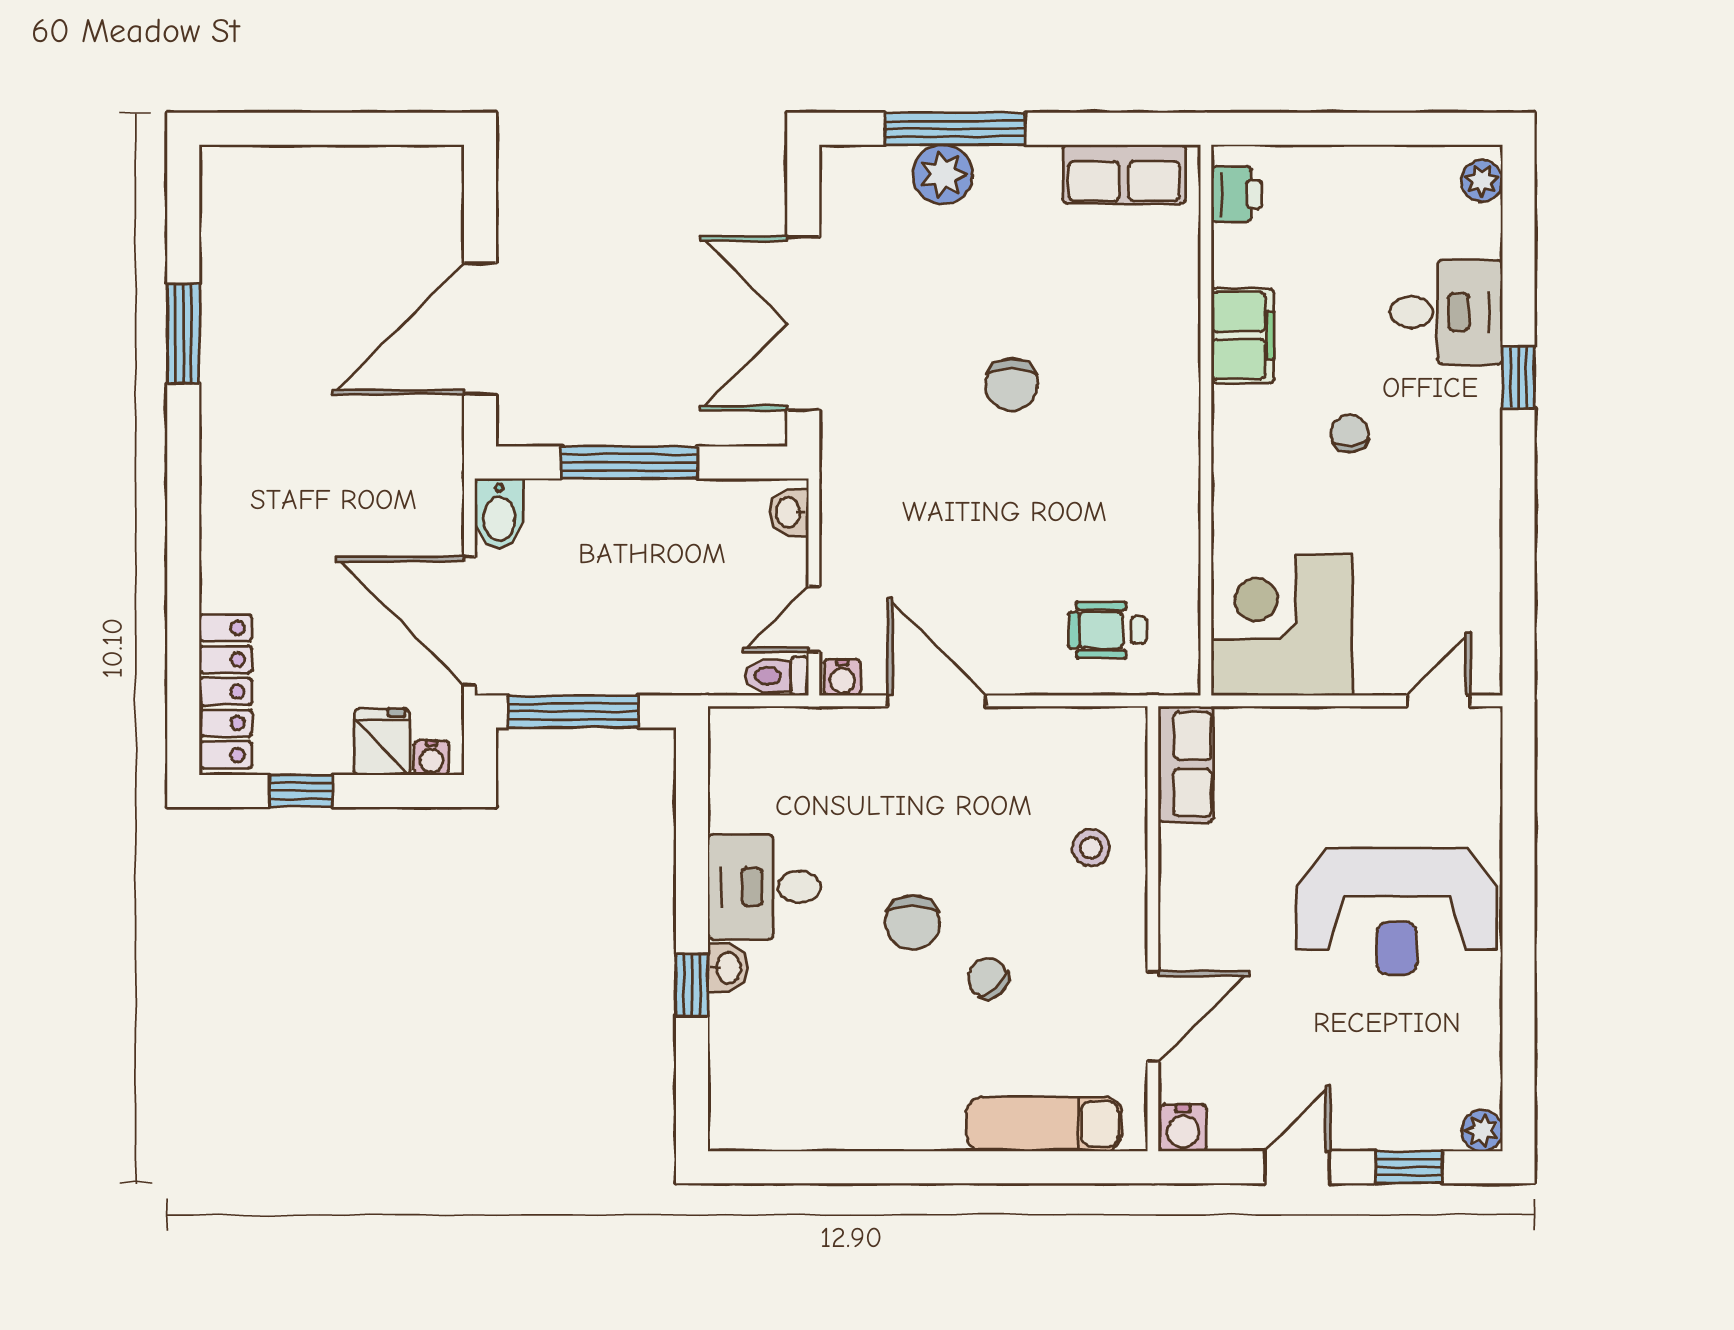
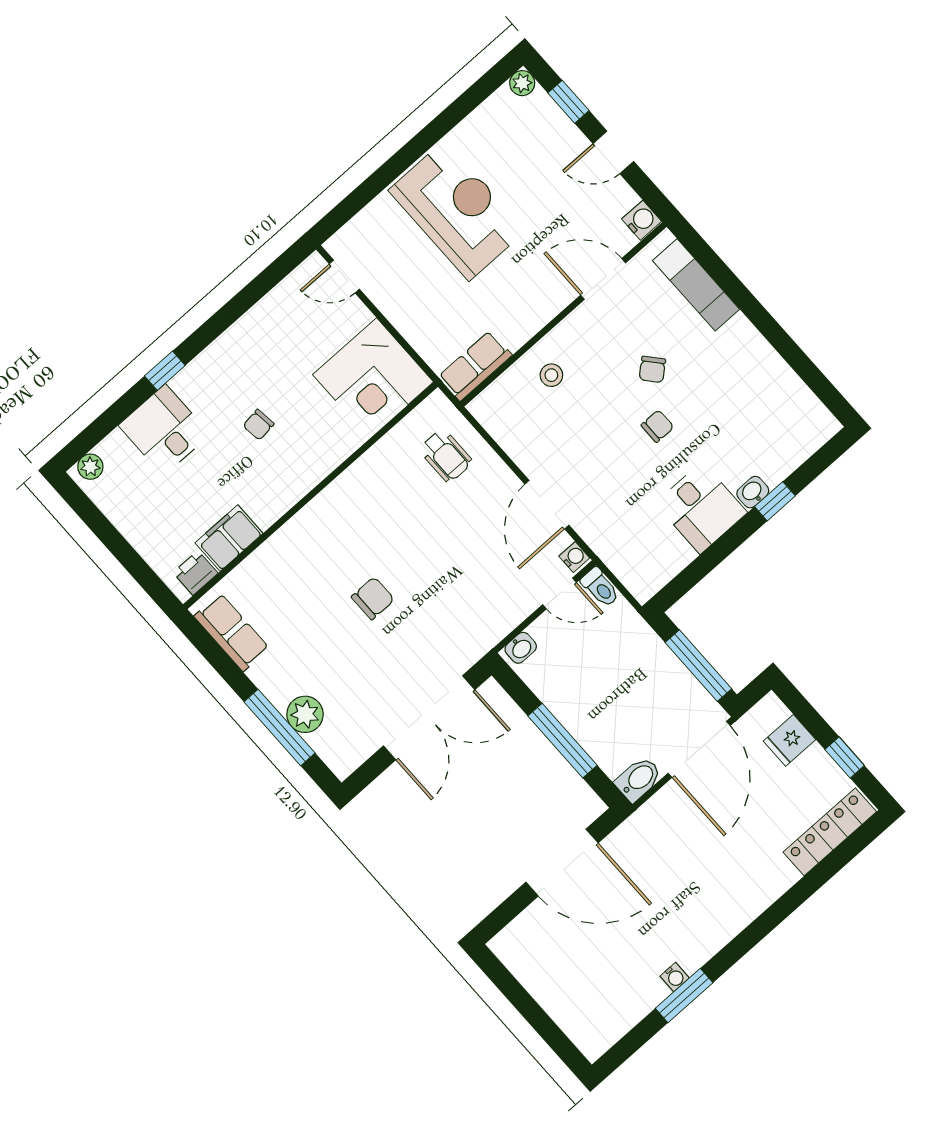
filing cabinet: (1243, 336) -> (229, 538), moved
water cooler: (431, 758) -> (675, 977), moved, turned 90
chair: (913, 923) -> (657, 426), width x0.73, depth x0.73

